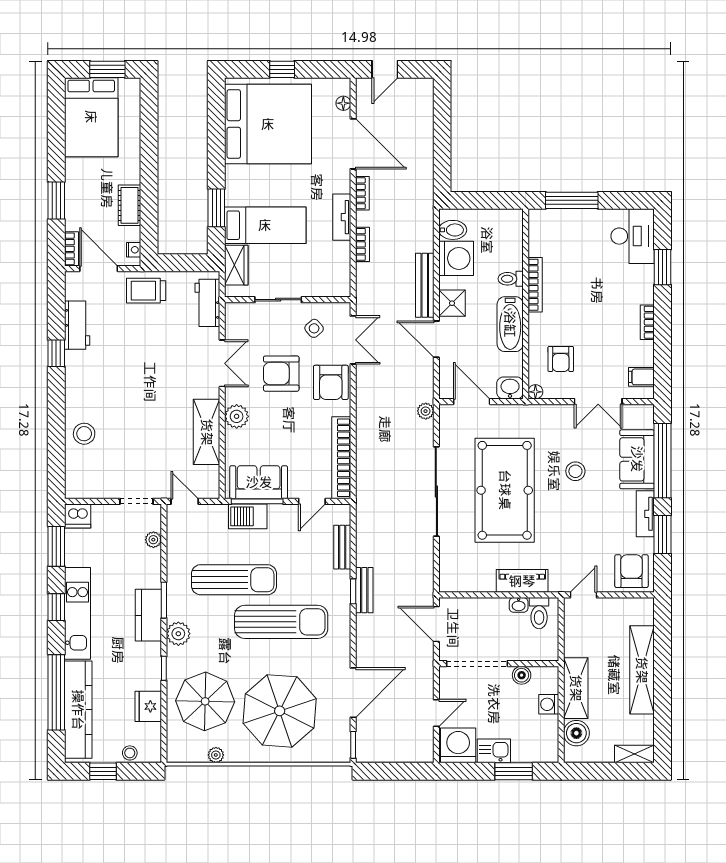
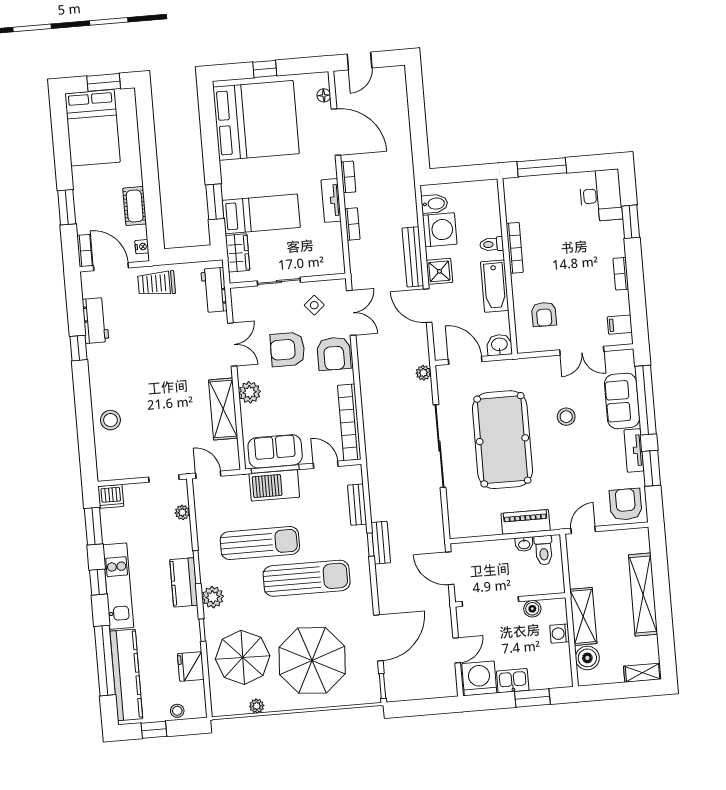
floor lamp: (535, 392) -> (523, 347), removed
door: (312, 501) -> (326, 465), swing flipped
barbecue: (248, 516) -> (274, 485), width x1.37, depth x1.21

